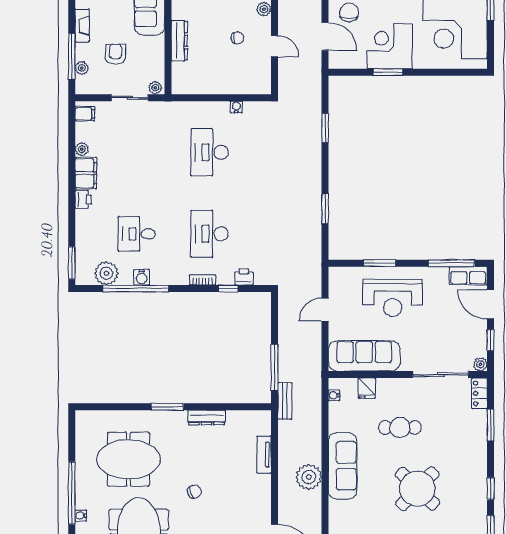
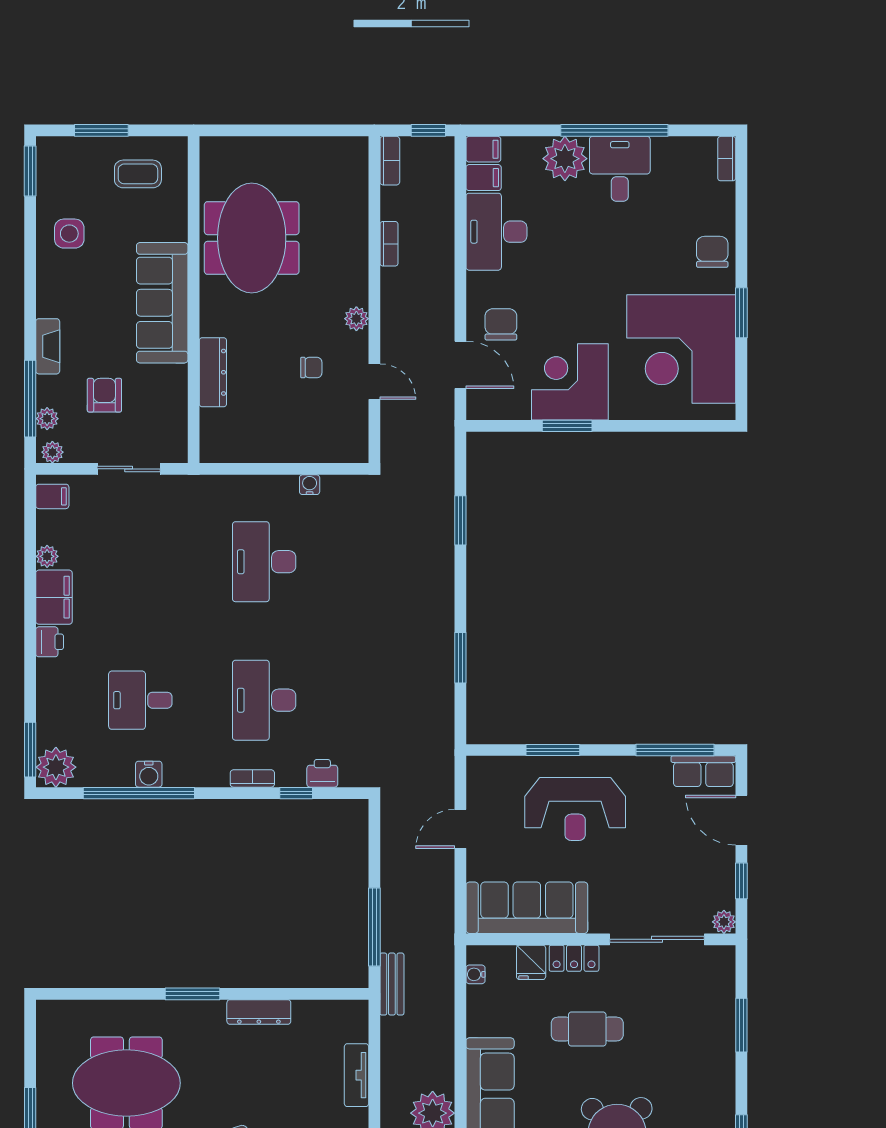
plant: (155, 88) -> (52, 452), moved
plant: (106, 273) -> (56, 767), moved
locker: (479, 393) -> (574, 958), moved, turned -90

